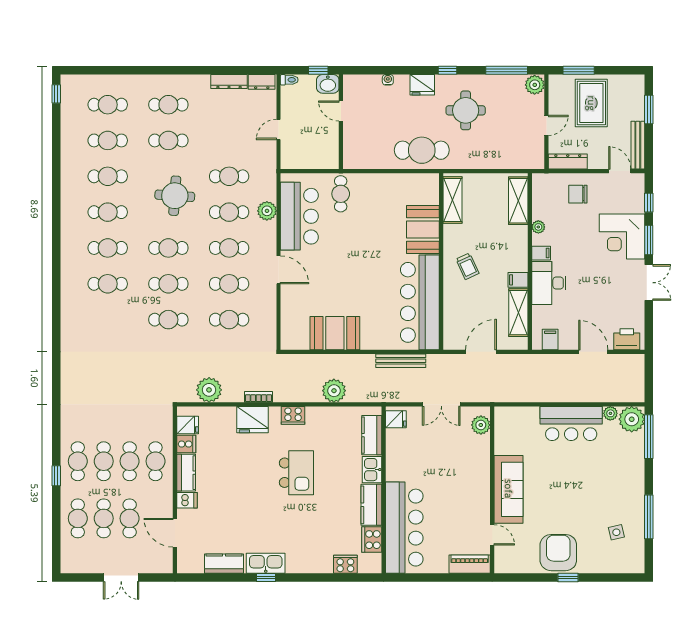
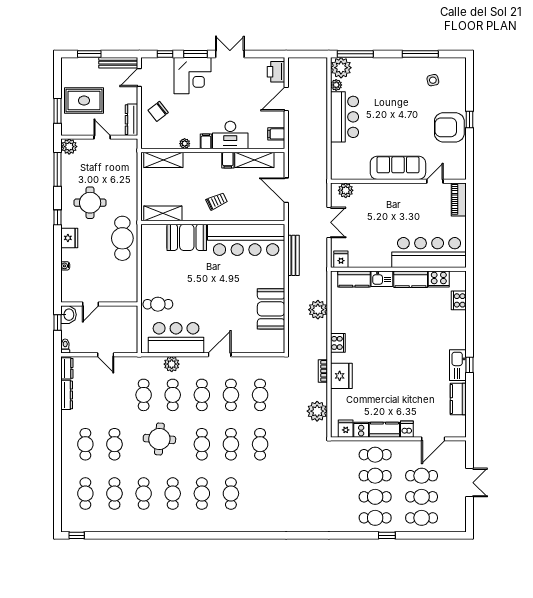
chair: (578, 194) -> (158, 111), turned 52
kitchen island: (296, 473) -> (384, 340), removed

